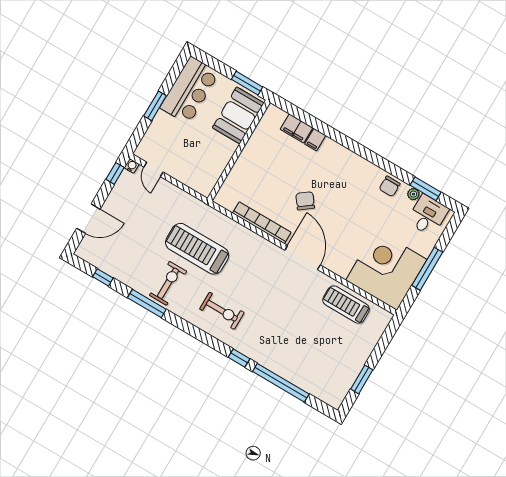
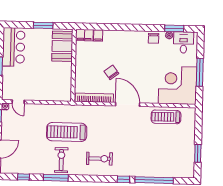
booth: (238, 115) -> (62, 46), moved
wall: (239, 150) -> (74, 65), moved

